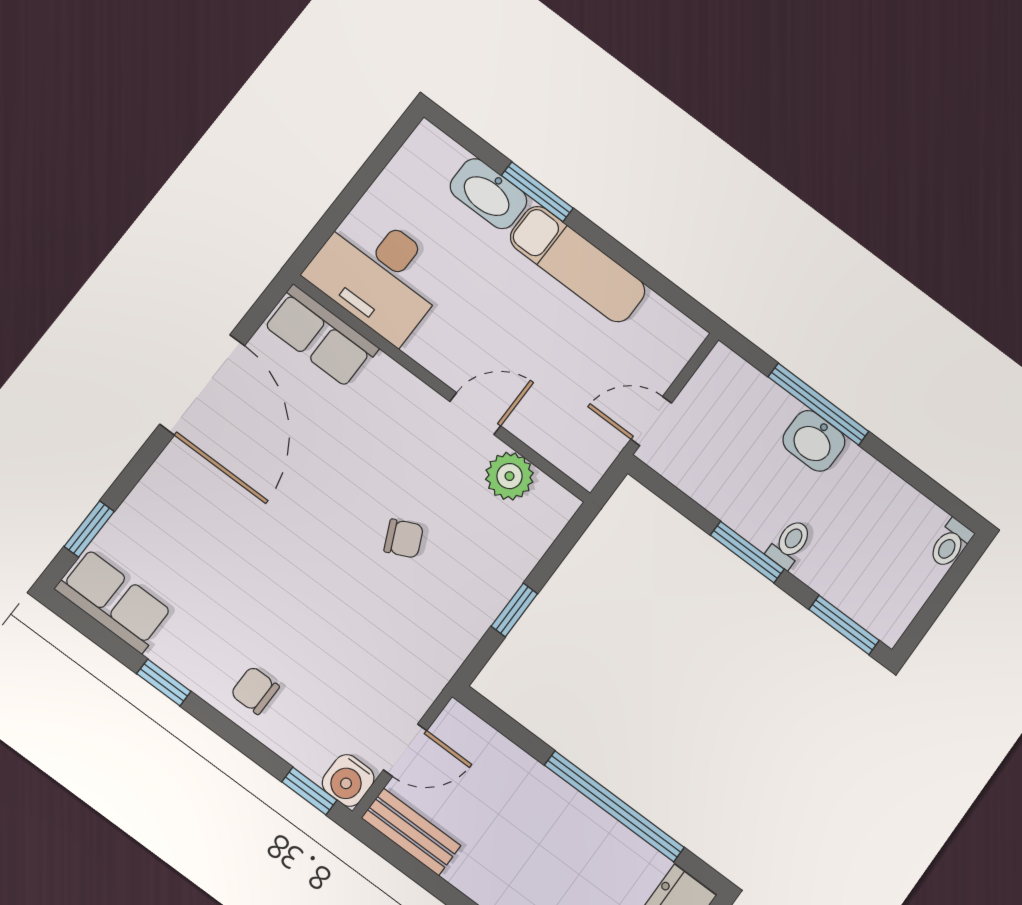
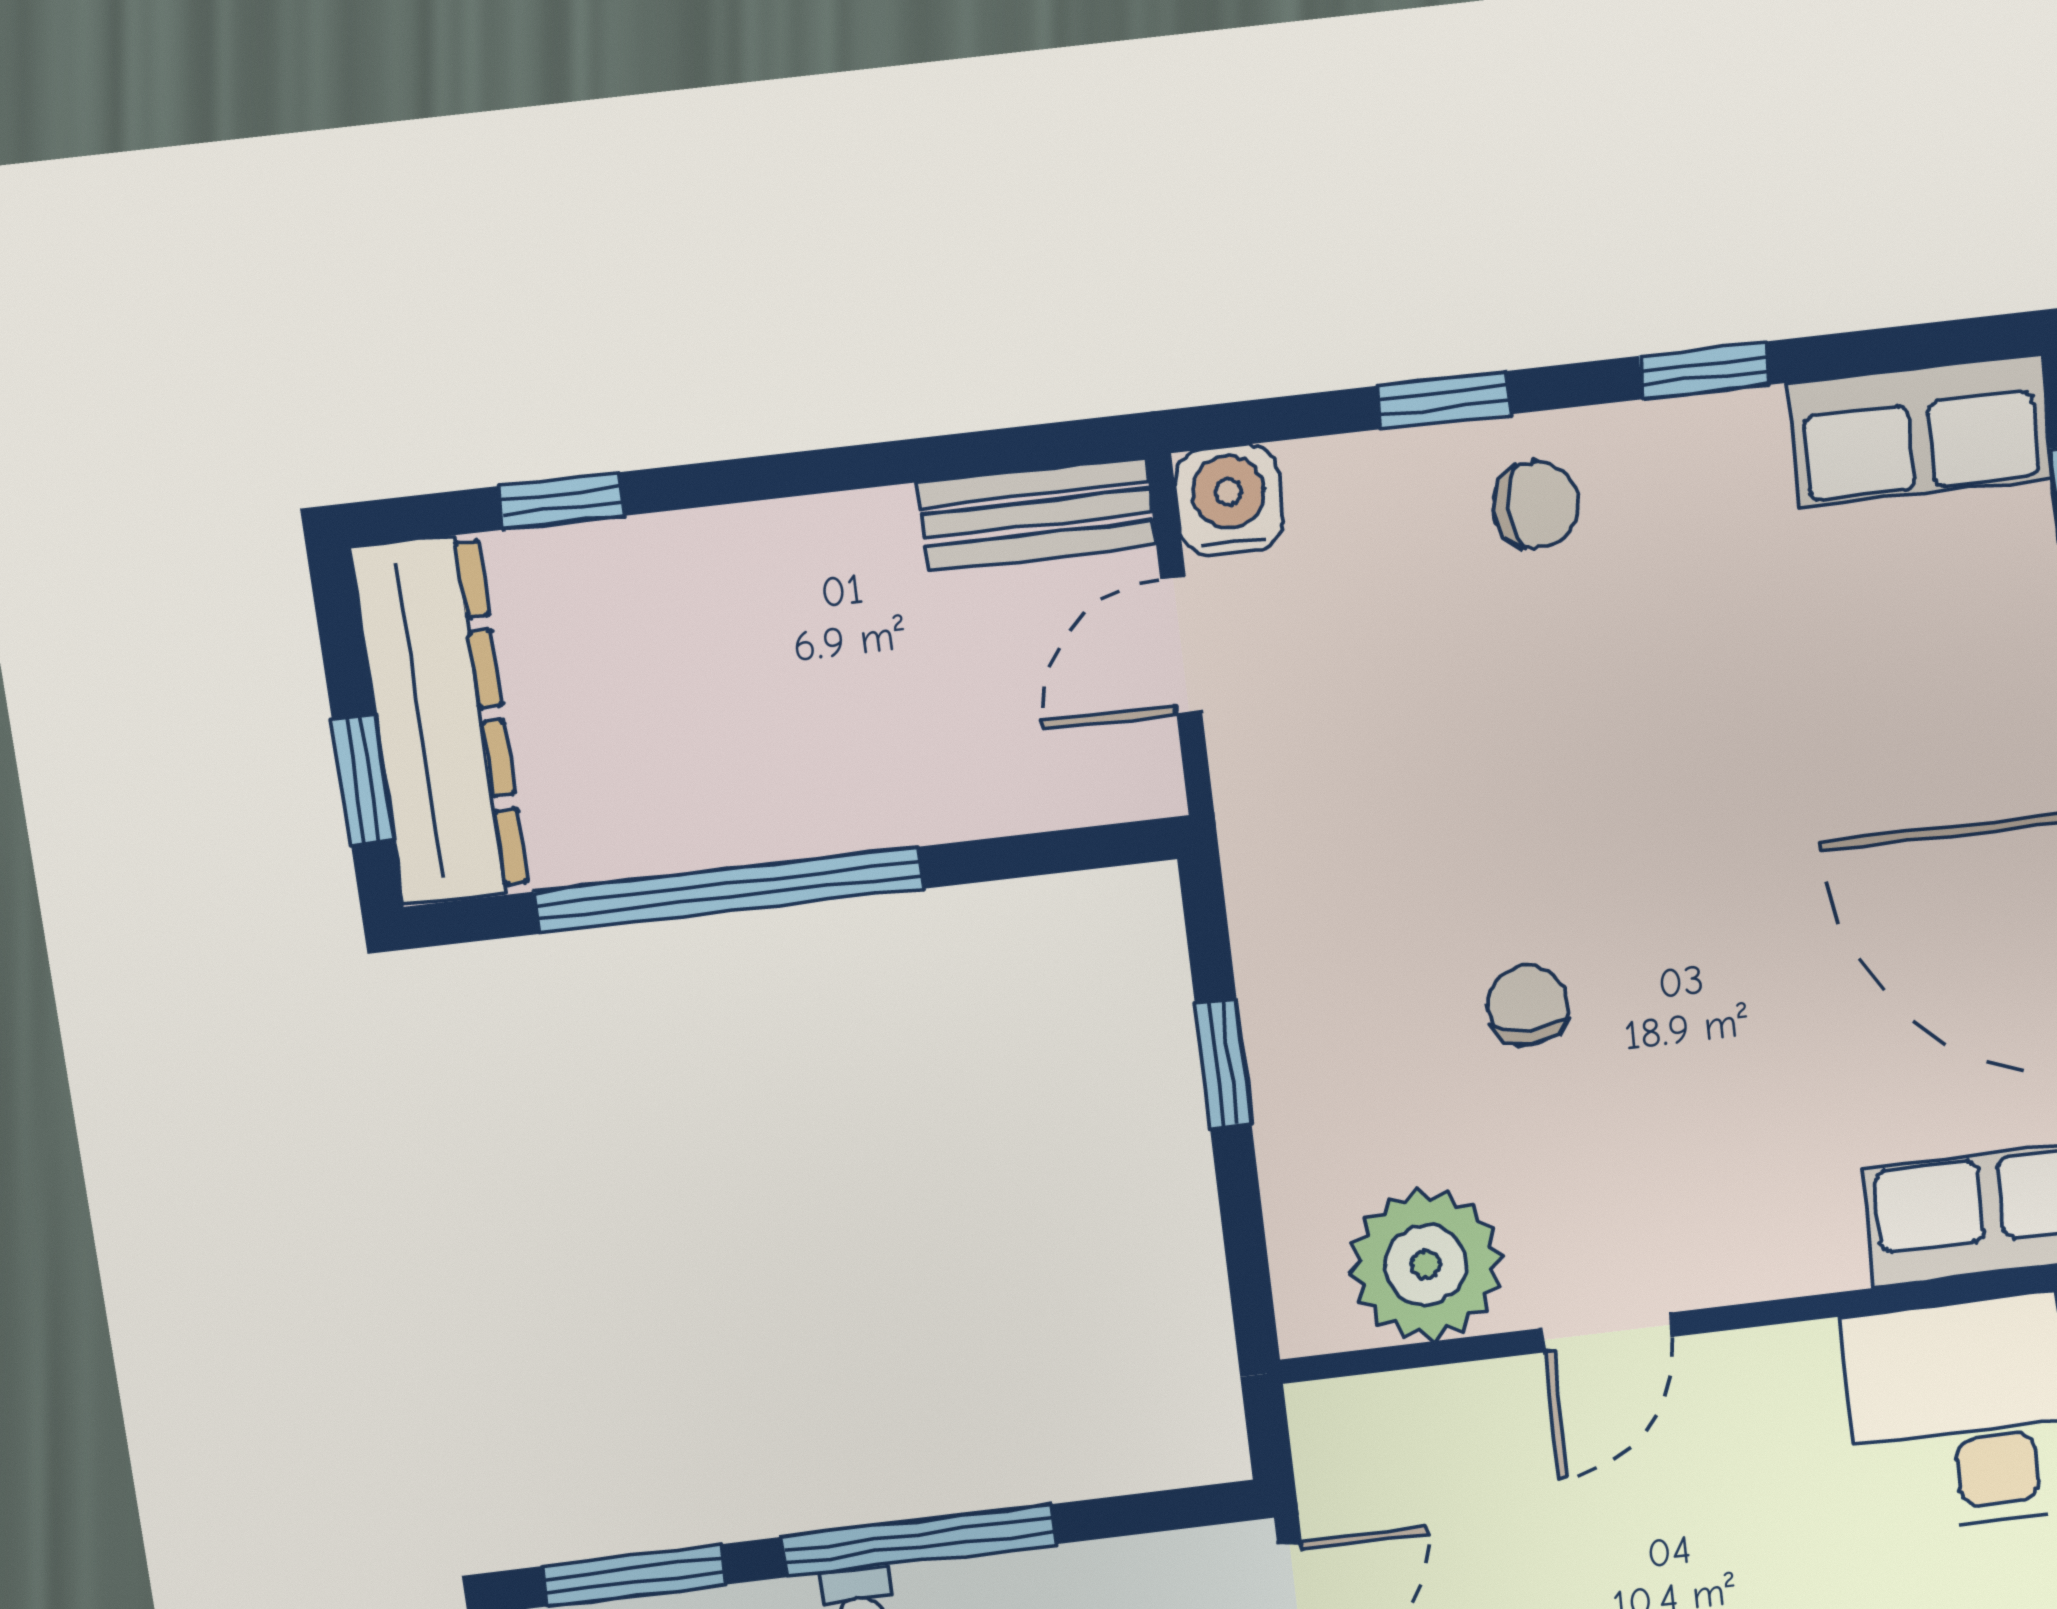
plant: (509, 476) -> (1426, 1265), width x1.36, depth x1.36
chair: (404, 539) -> (1528, 1006), turned 115
window: (747, 552) -> (919, 1541), width x1.44
window: (309, 791) -> (1443, 400), moved

